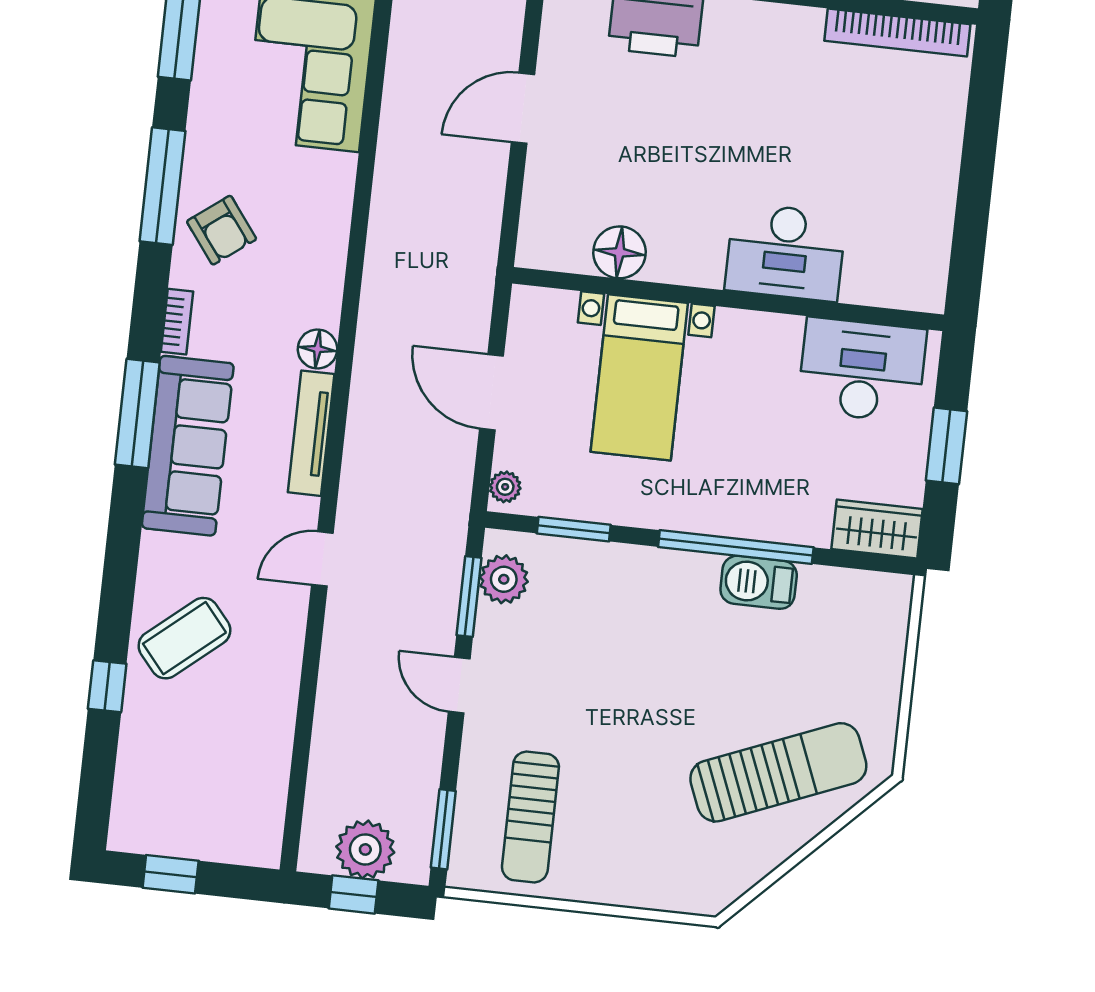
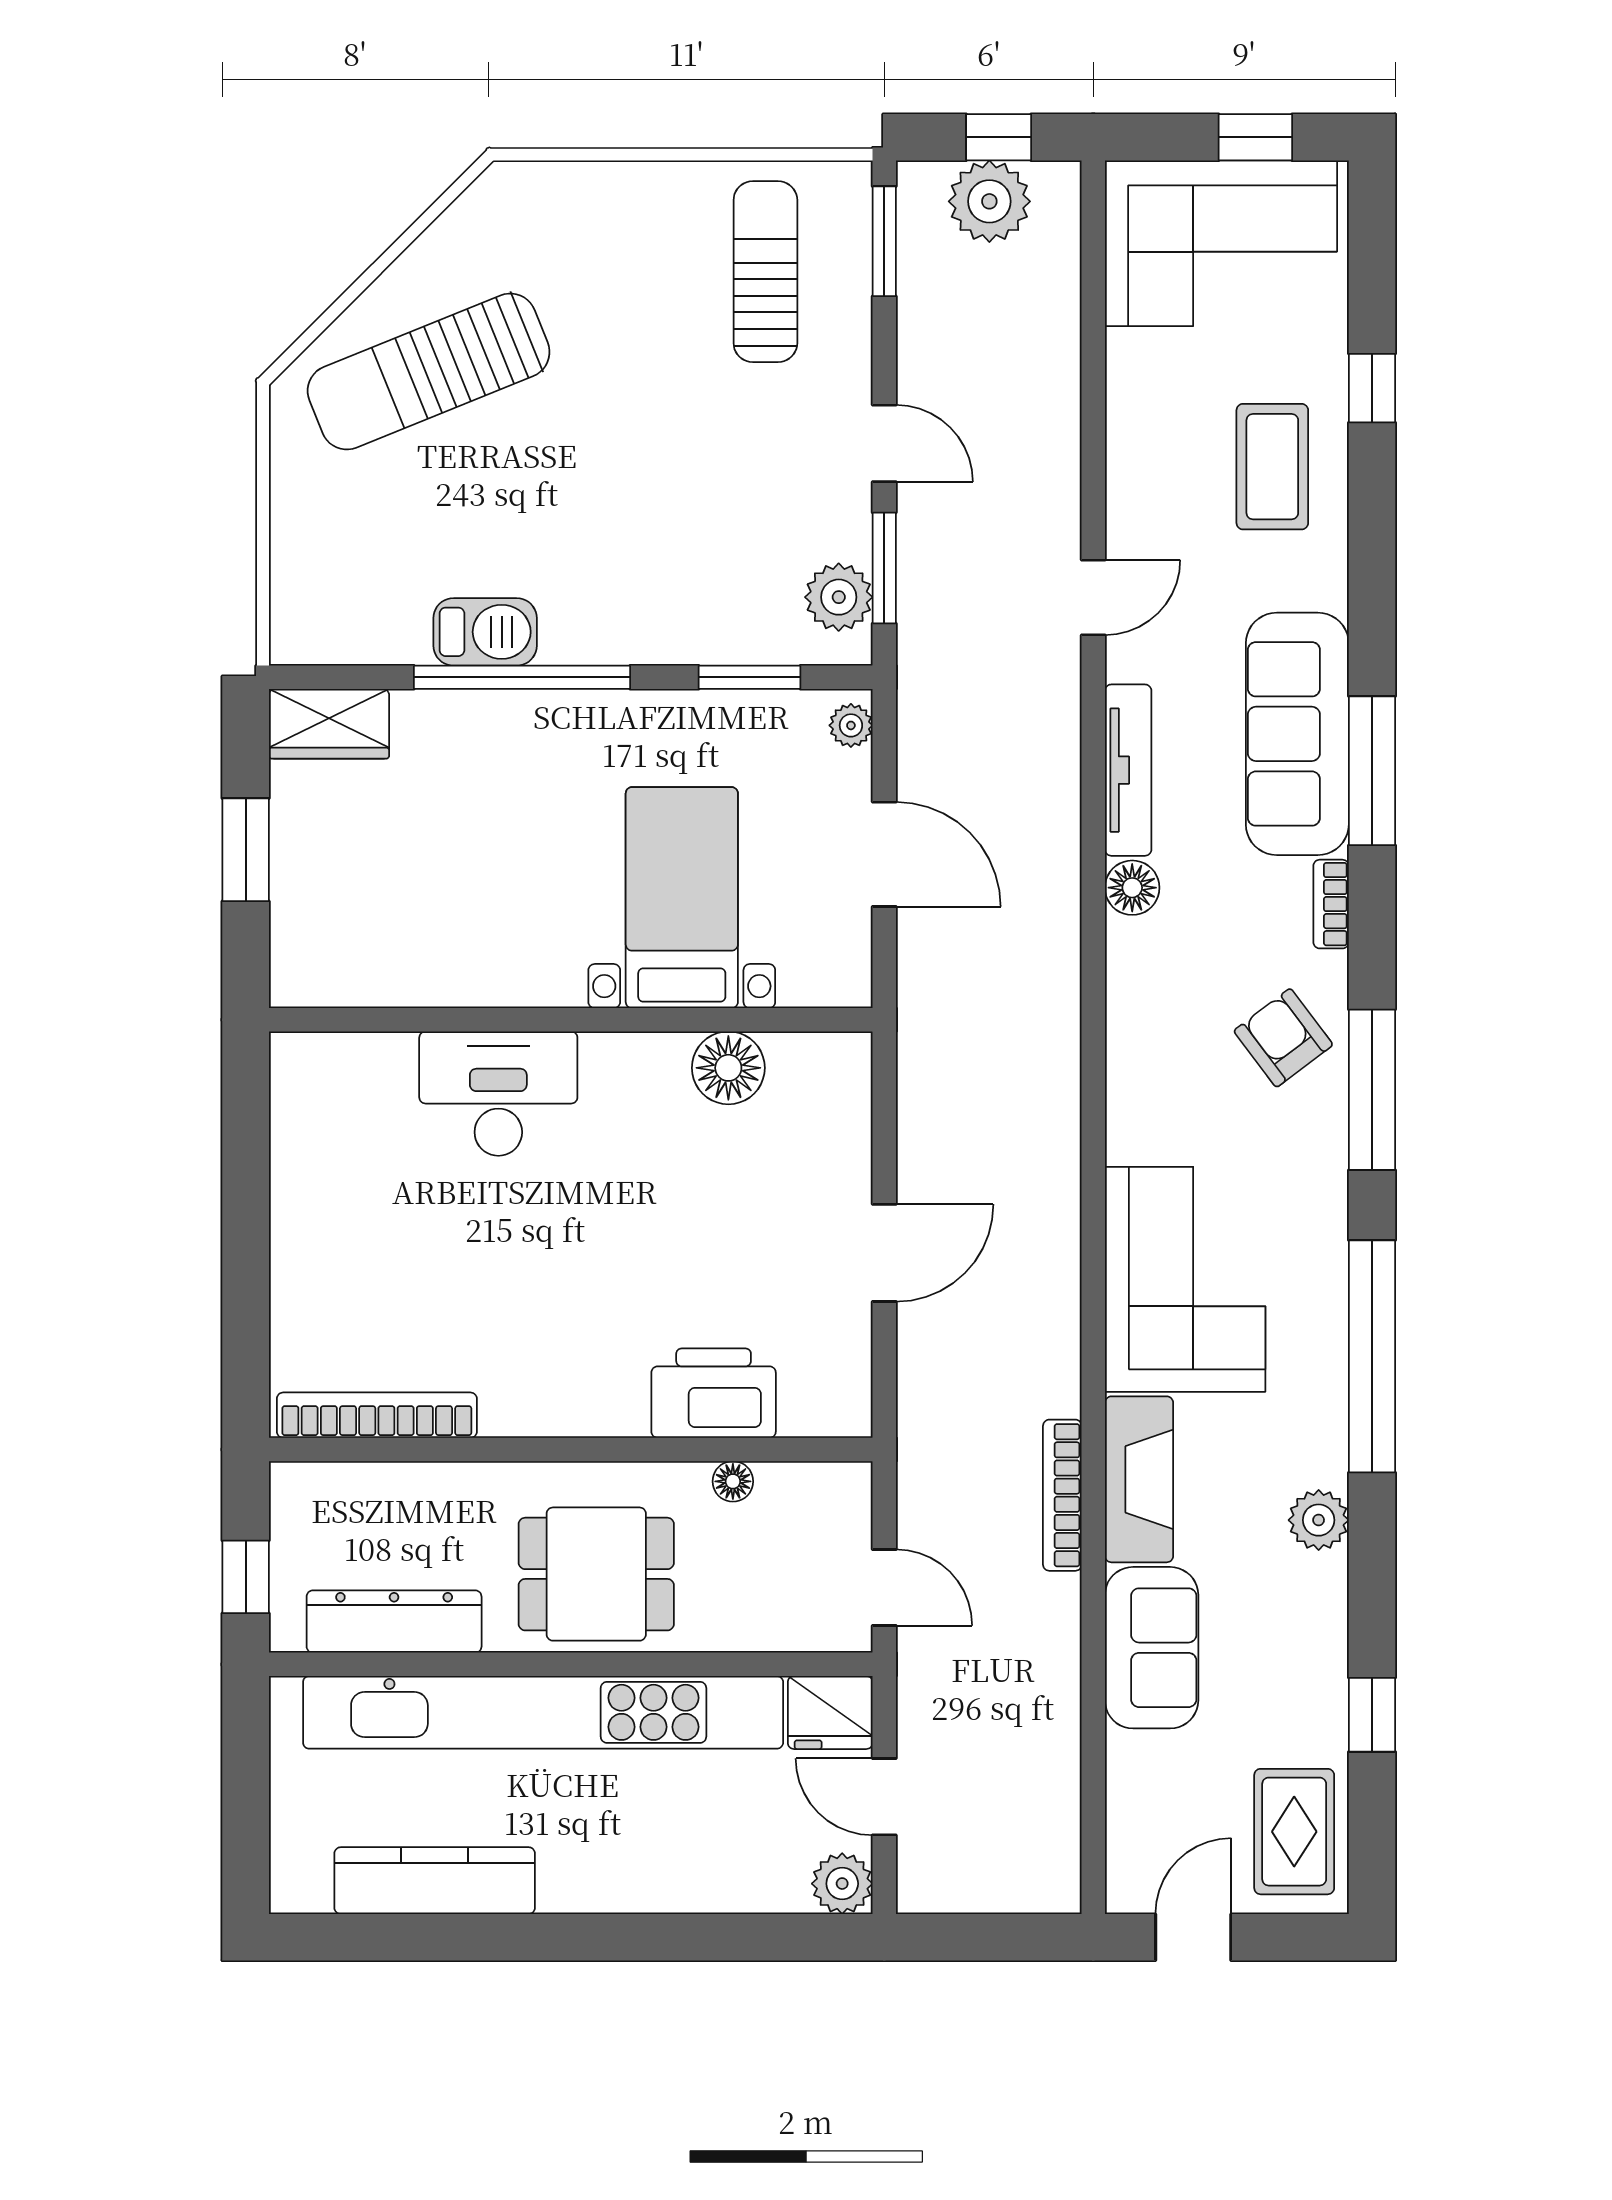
desk: (862, 370) -> (374, 942), removed
coffee table: (184, 638) -> (1272, 467), turned -50
corner sofa: (203, 801) -> (1221, 243), added

